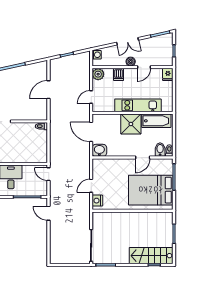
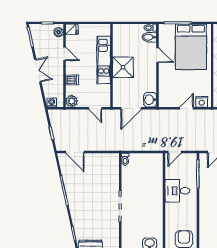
boiler: (131, 62) -> (59, 32), moved
door: (49, 90) -> (75, 152), moved
bathtub: (156, 121) -> (120, 41), removed
door: (91, 186) -> (187, 108), swing flipped

